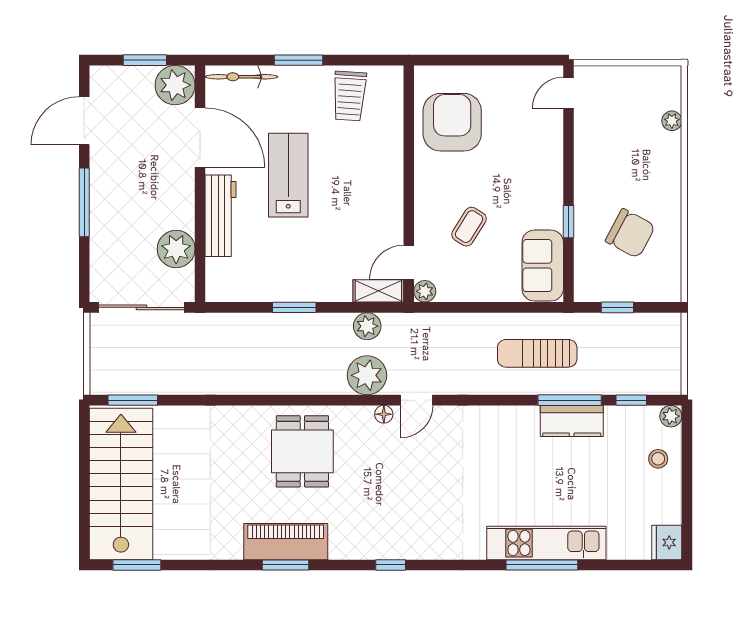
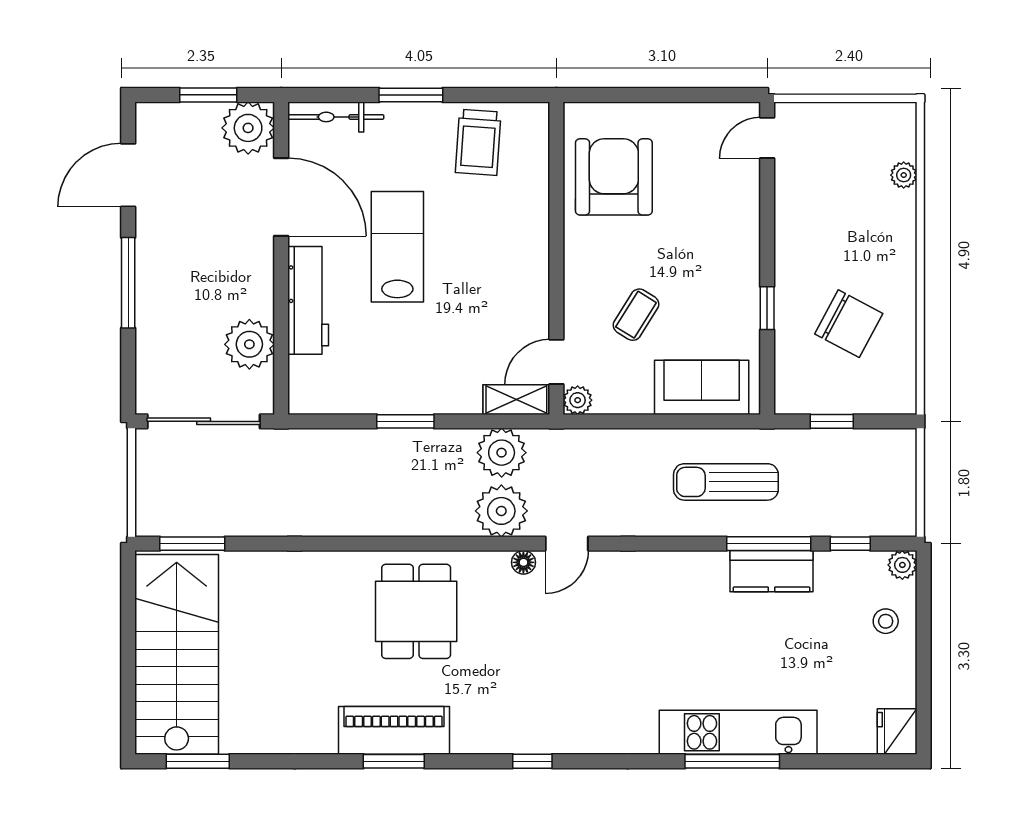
sofa: (543, 266) -> (702, 387), moved, turned 90
plant: (367, 326) -> (502, 453), width x1.36, depth x1.36

